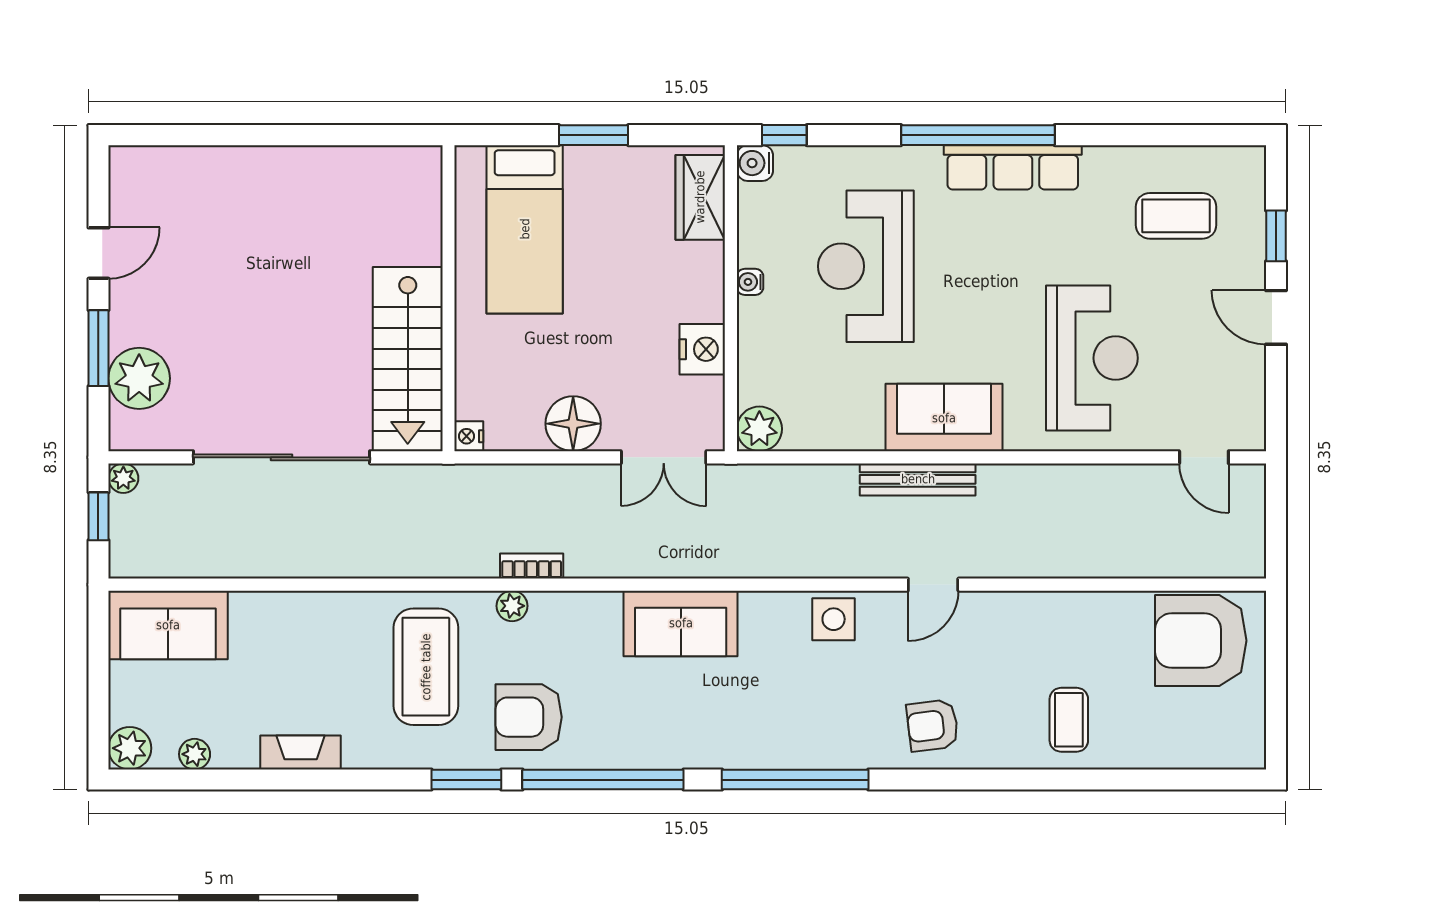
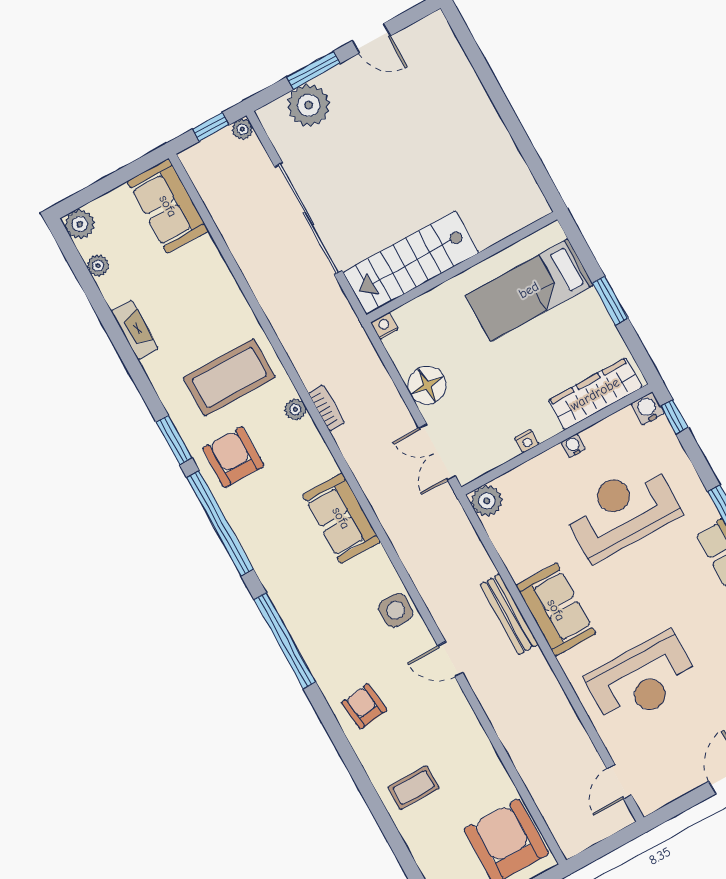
wardrobe: (700, 197) -> (595, 394), width x1.50
nightstand: (702, 349) -> (527, 441), width x0.53, depth x0.56

